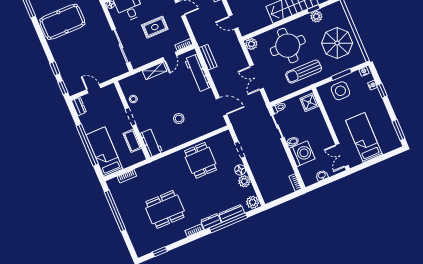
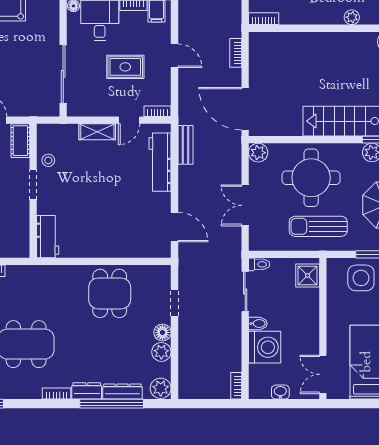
door: (233, 22) -> (245, 109), width x1.87
stool: (179, 119) -> (104, 218), removed
cot: (132, 141) -> (20, 141), moved

